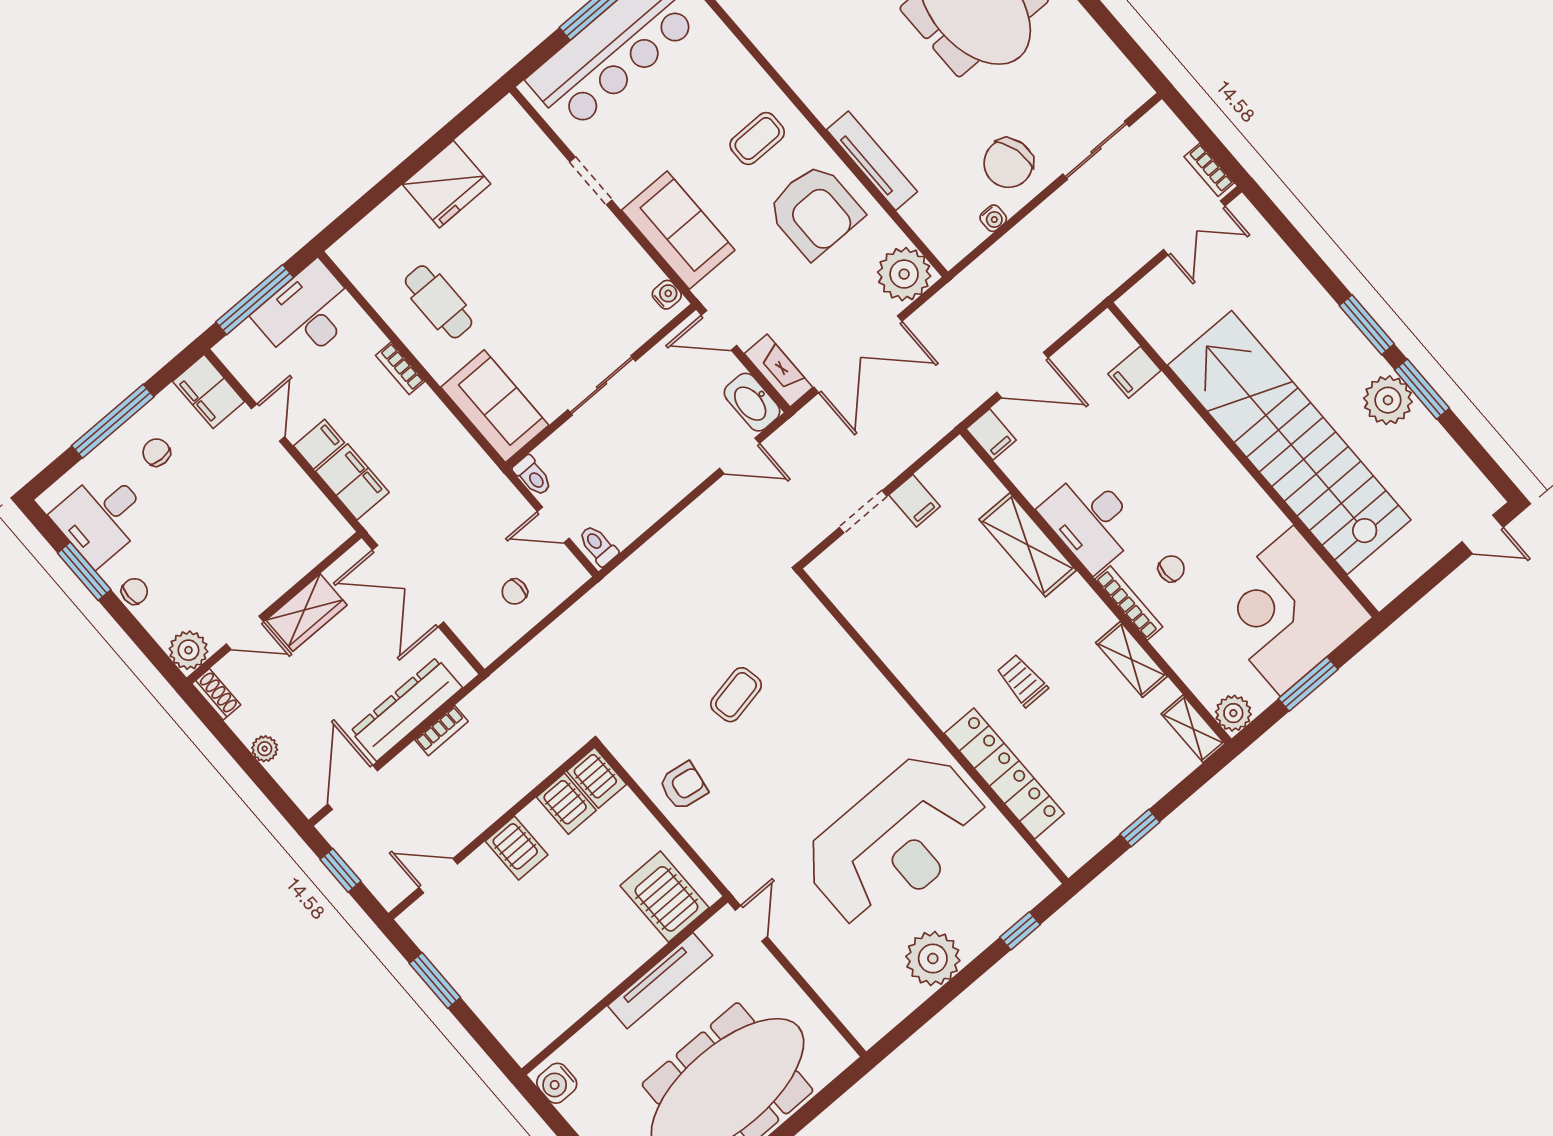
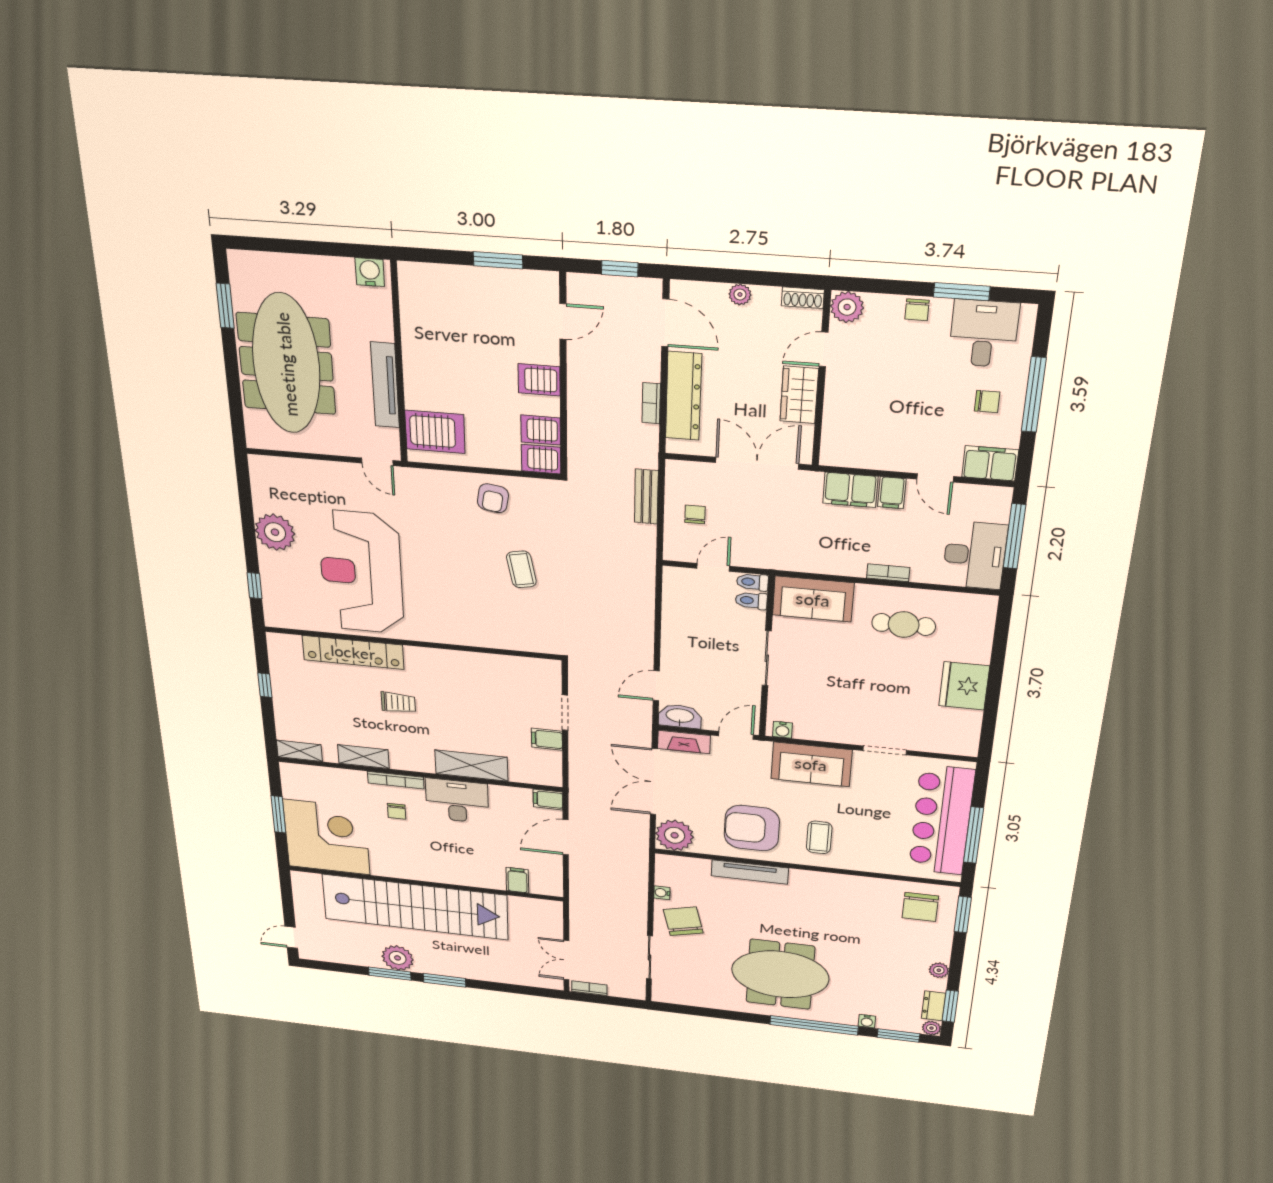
toilet: (598, 545) -> (751, 601), moved, turned 180
bench: (540, 651) -> (646, 497), added
plant: (1233, 713) -> (292, 773), removed

